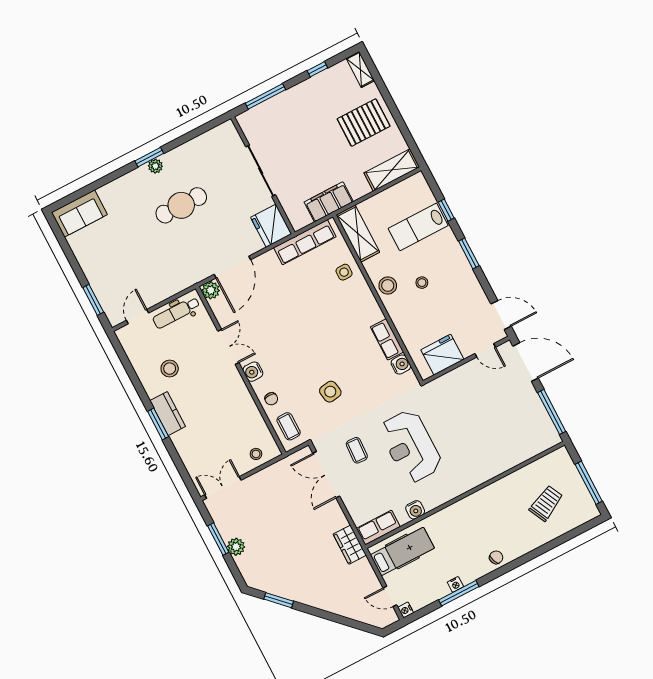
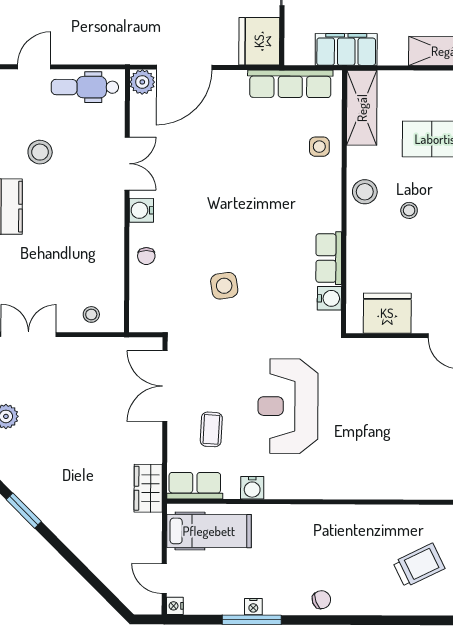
coffee table: (289, 426) -> (150, 302), removed
coffee table: (357, 450) -> (211, 429), moved

